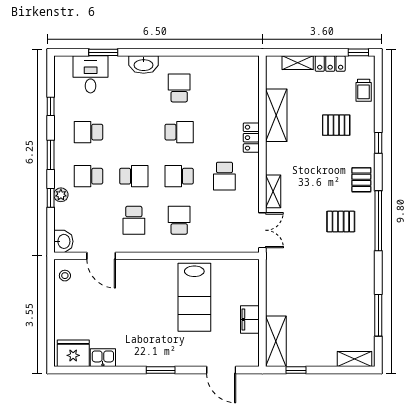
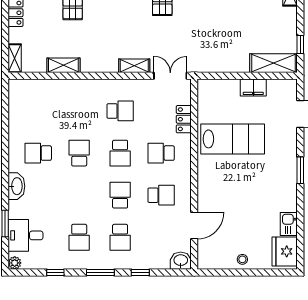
shelving: (298, 63) -> (15, 58), moved
shelving: (276, 115) -> (63, 65), width x0.67, depth x0.75
locker: (251, 138) -> (184, 119), moved, turned 90
plant: (61, 195) -> (15, 263), moved
stool: (65, 276) -> (242, 259), moved

